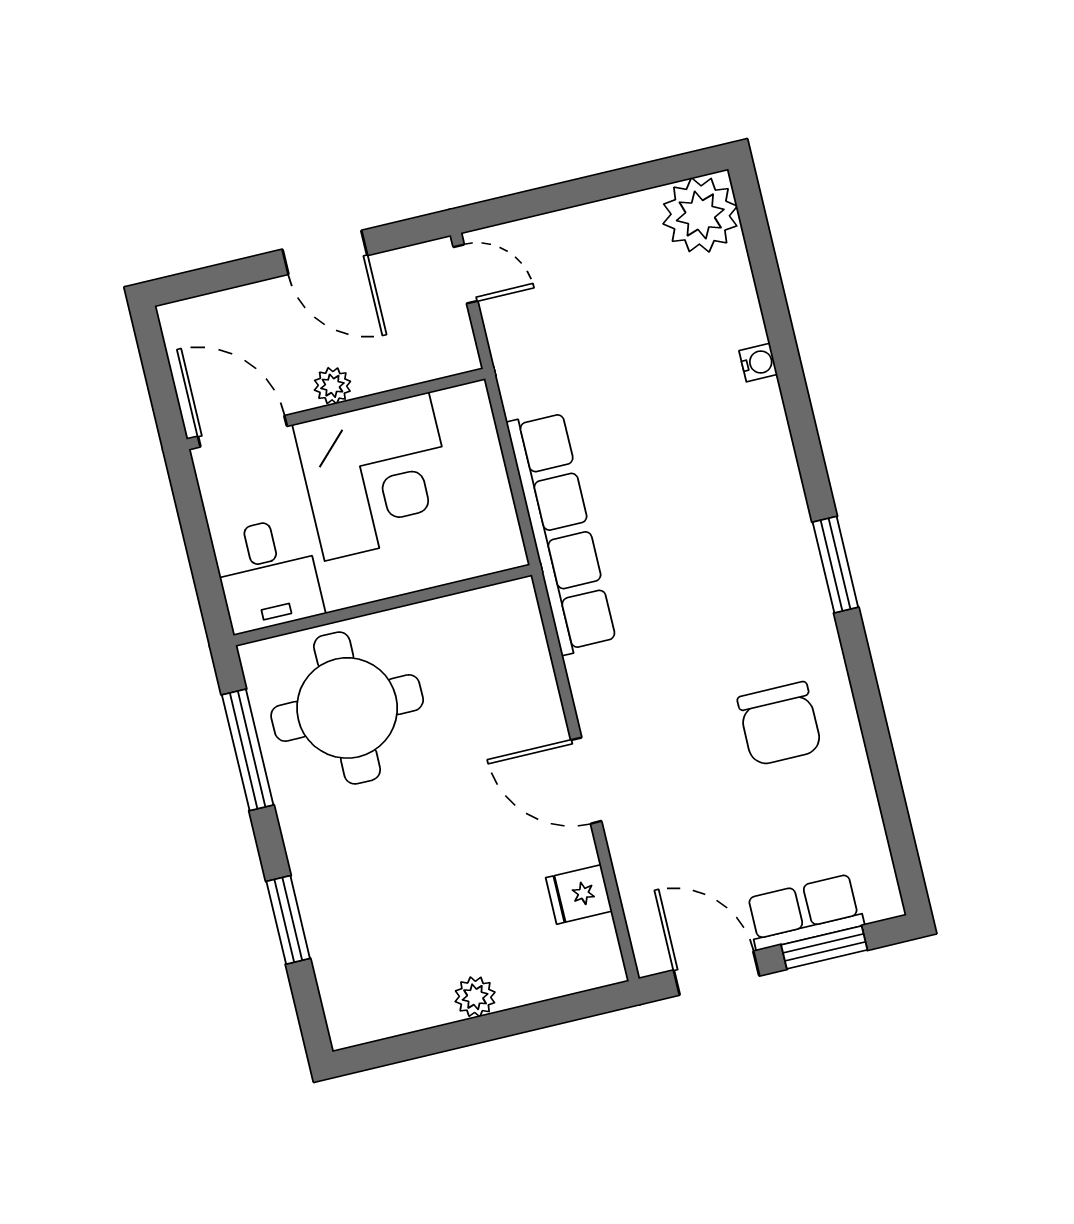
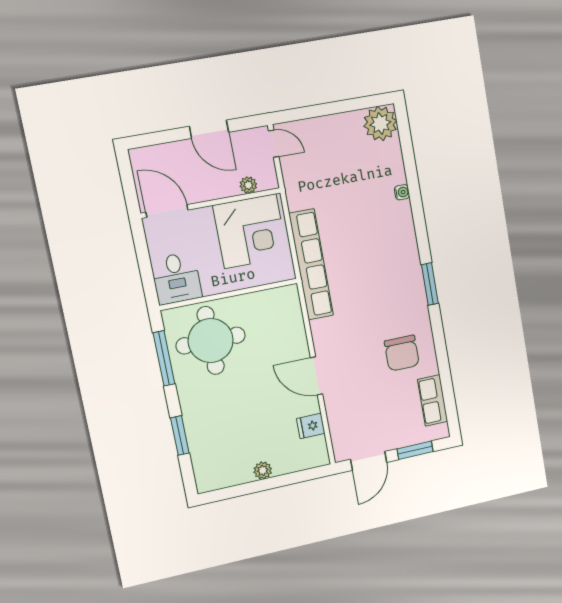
plant: (332, 386) -> (248, 185), moved
corner desk: (377, 477) -> (250, 231), moved
row of seats: (804, 912) -> (433, 400), moved, turned -90
door: (716, 973) -> (369, 461), swing flipped

